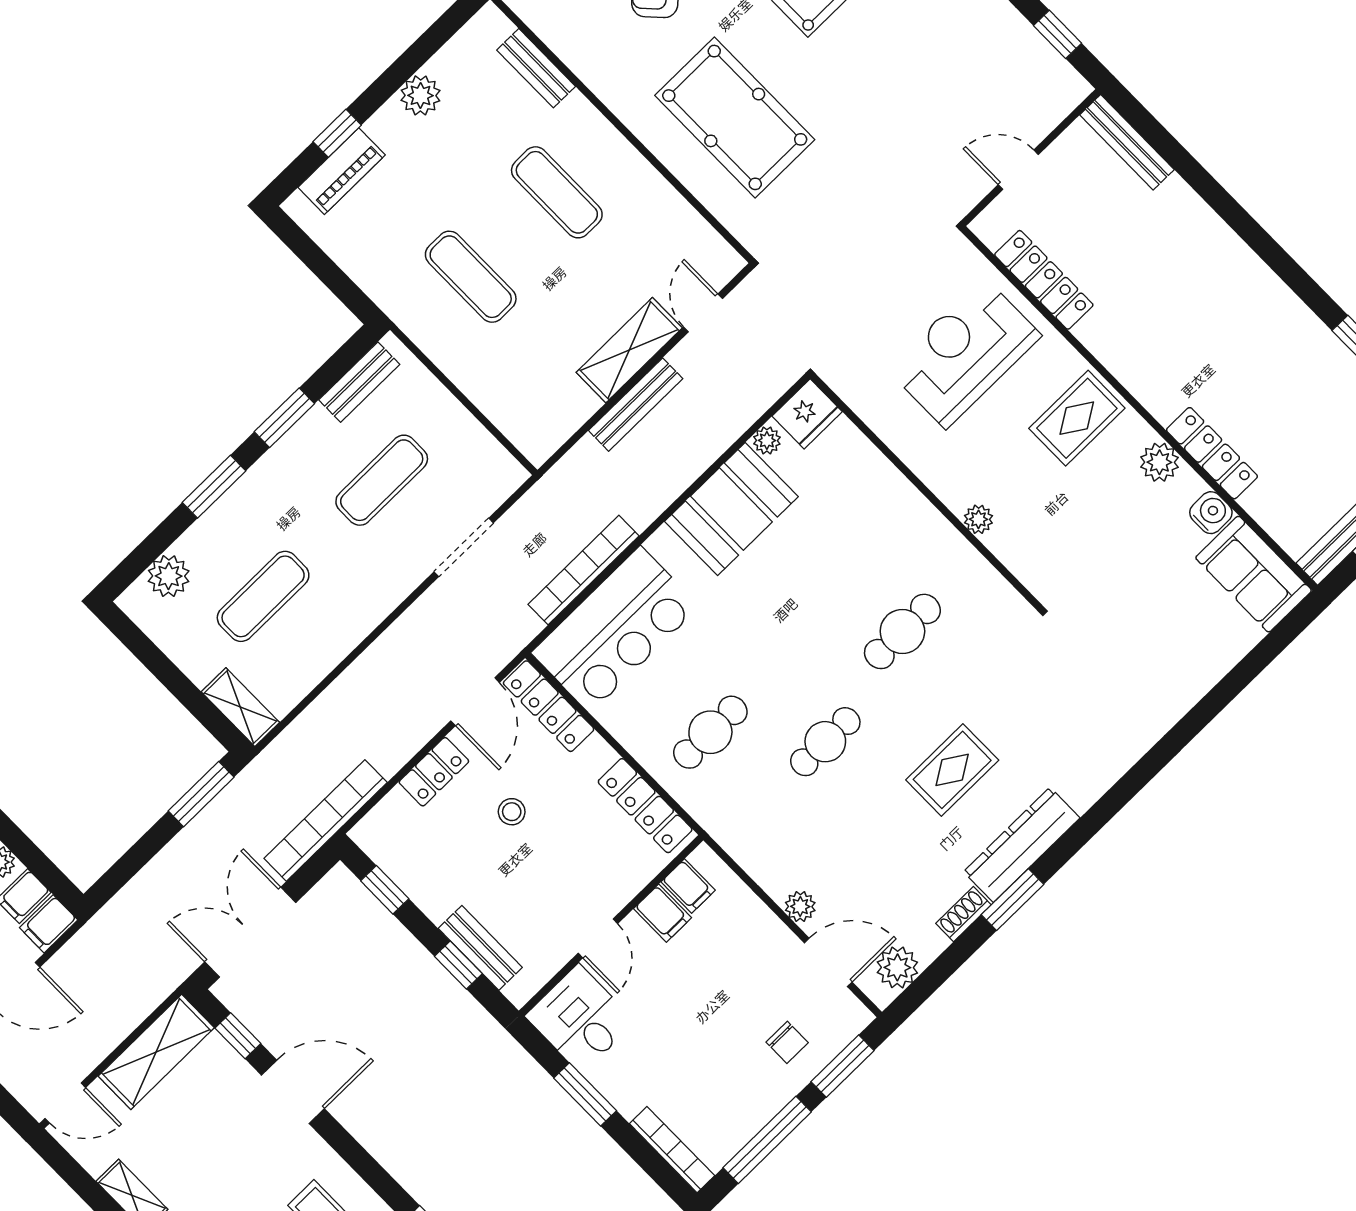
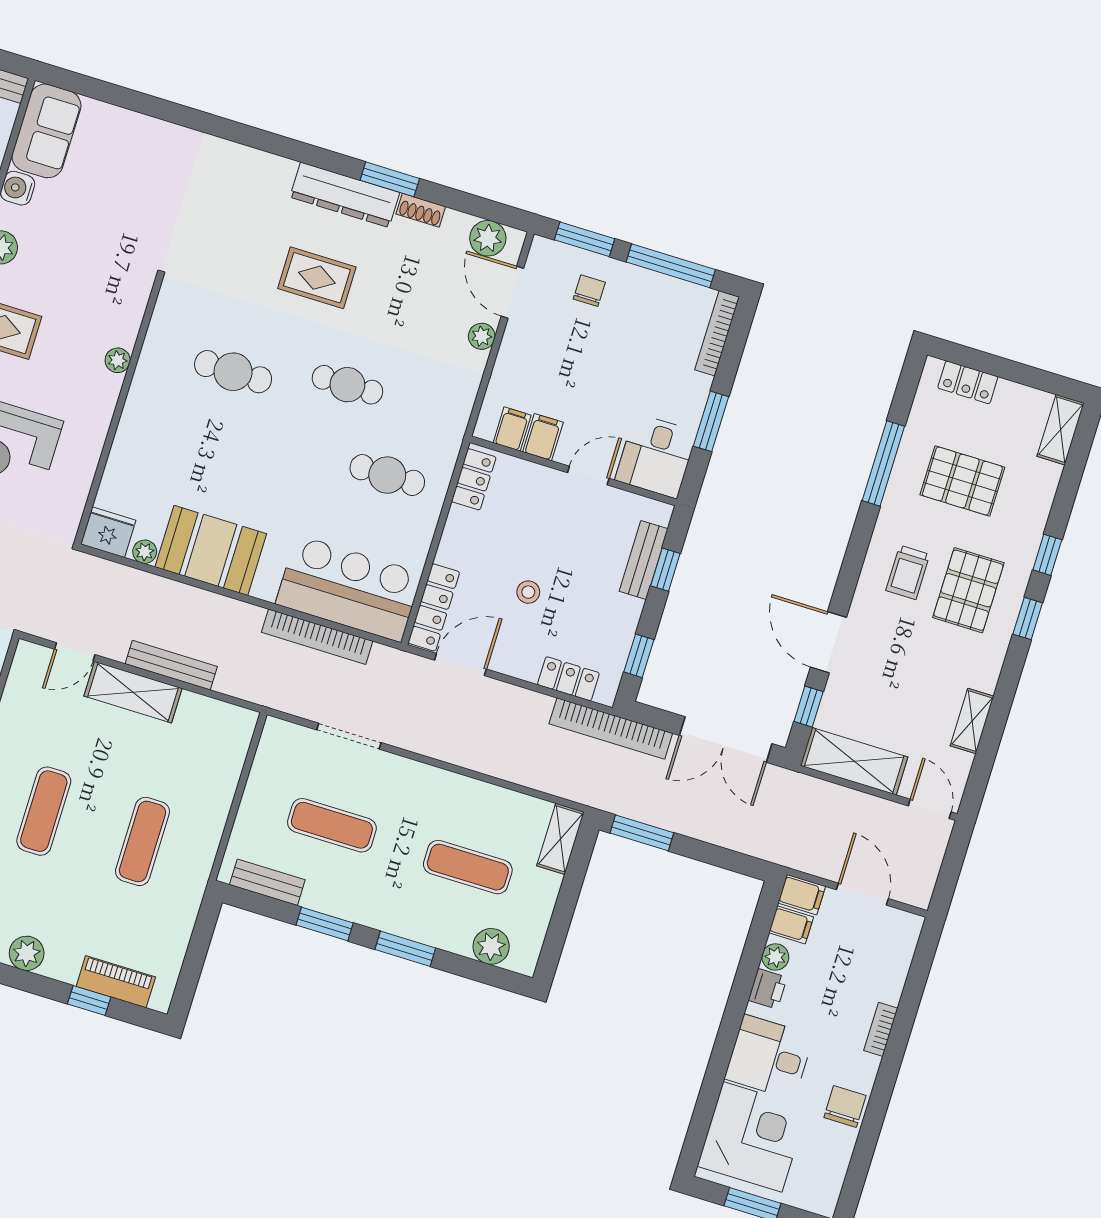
locker: (434, 772) -> (568, 679), moved
locker: (645, 806) -> (474, 479), width x0.66

